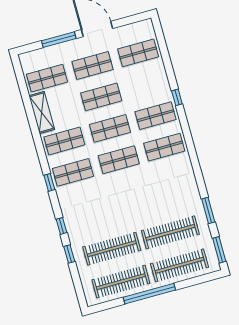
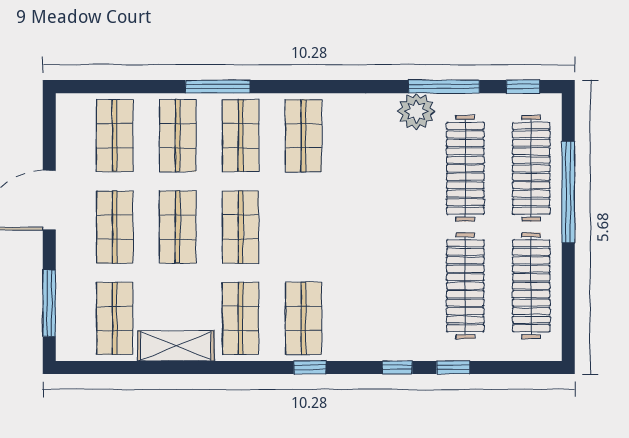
window: (59, 40) -> (49, 303), moved
window: (177, 97) -> (218, 87), width x2.17
shop shelf: (119, 160) -> (178, 136), moved
plant: (192, 200) -> (416, 111), added
window: (208, 210) -> (444, 87), width x1.44
window: (219, 250) -> (523, 87), width x0.67
window: (149, 294) -> (568, 192), moved

